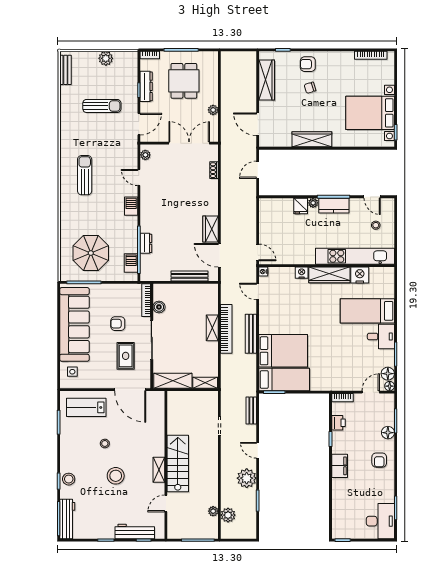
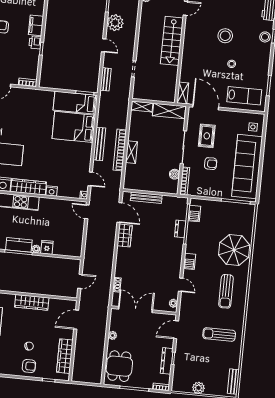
dining table: (184, 81) -> (119, 366), moved
sun lounger: (102, 106) -> (219, 335), moved
door: (258, 124) -> (76, 320), swing flipped
double door: (189, 143) -> (135, 310), swing flipped
parasol: (91, 253) -> (234, 250), moved
printer: (338, 423) -> (35, 42), moved
shelving: (159, 470) -> (183, 93), moved

